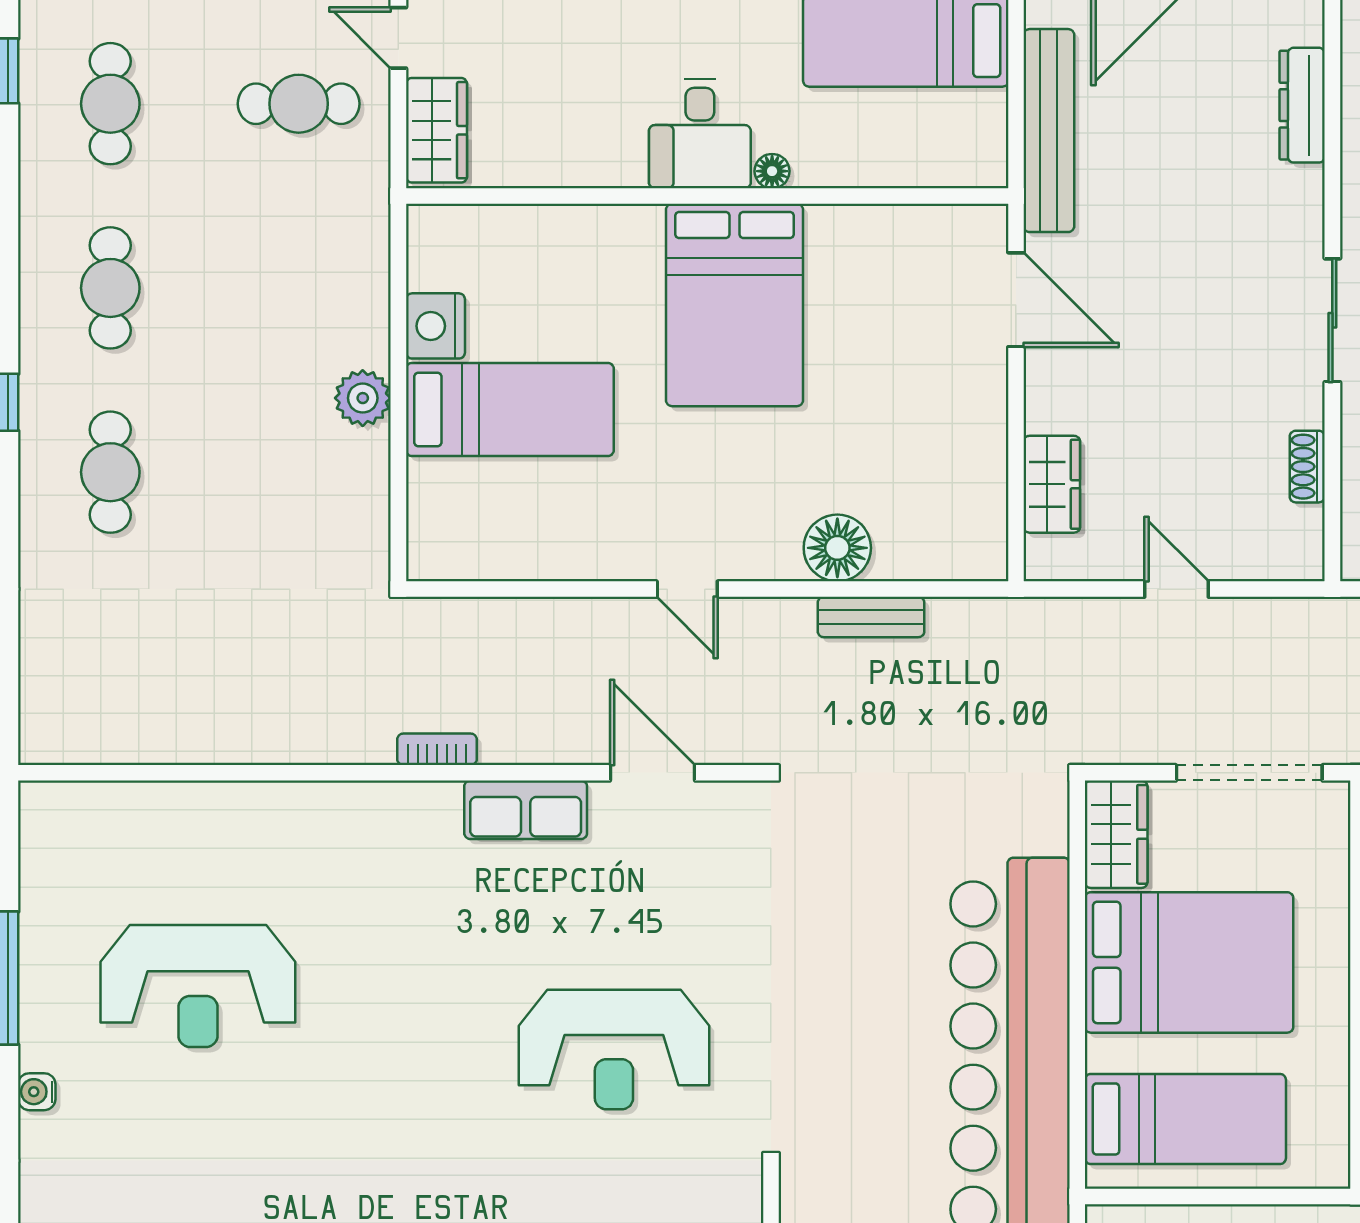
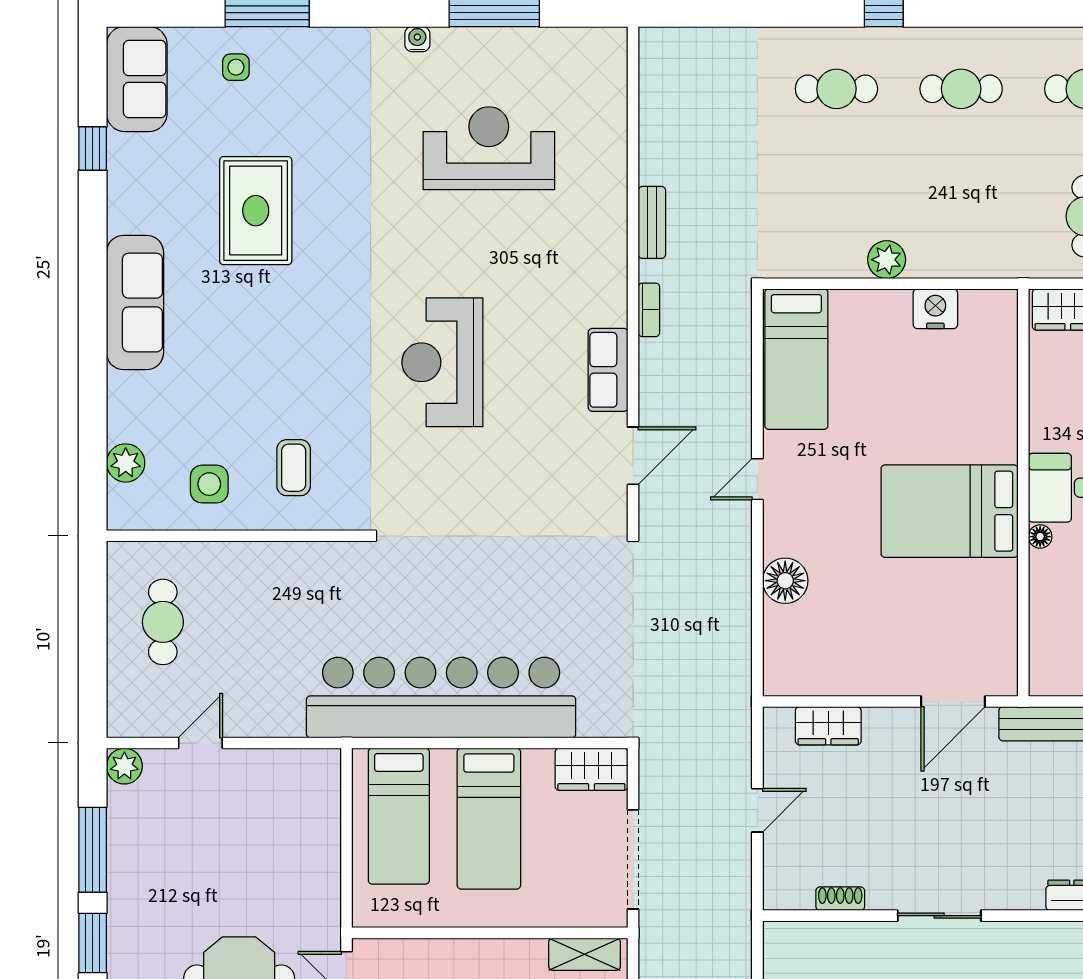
bed: (510, 409) -> (796, 359), moved
bench: (871, 617) -> (652, 222), moved
bed: (1189, 962) -> (489, 819), width x0.67
reception desk: (198, 986) -> (489, 148), turned 90
reception desk: (614, 1050) -> (442, 362), moved

